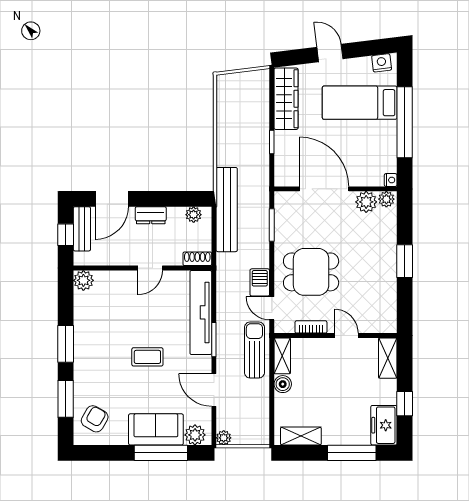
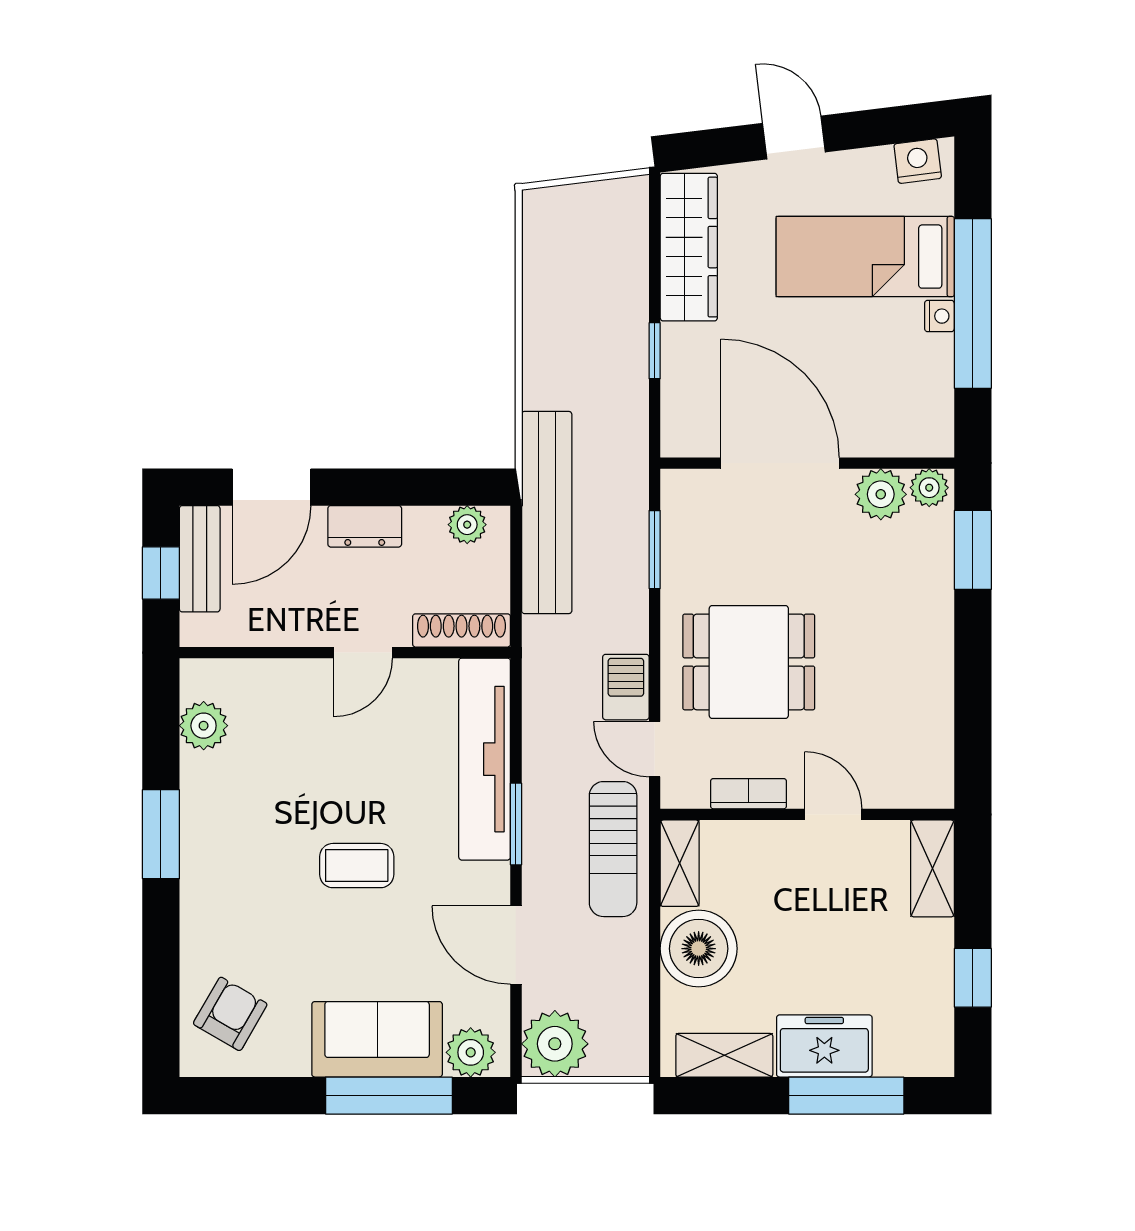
nightstand: (391, 180) -> (939, 316), moved
shoe rack: (197, 259) -> (462, 630), width x1.43
window: (405, 261) -> (973, 550), moved
plant: (83, 280) -> (204, 726), moved
sun lounger: (254, 350) -> (613, 849), turned 180
boiler: (283, 384) -> (699, 949), width x1.86, depth x1.86
window: (66, 399) -> (161, 966), removed
freezer: (384, 425) -> (824, 1046), moved, turned 90
plant: (224, 438) -> (555, 1044), width x1.87, depth x1.87

